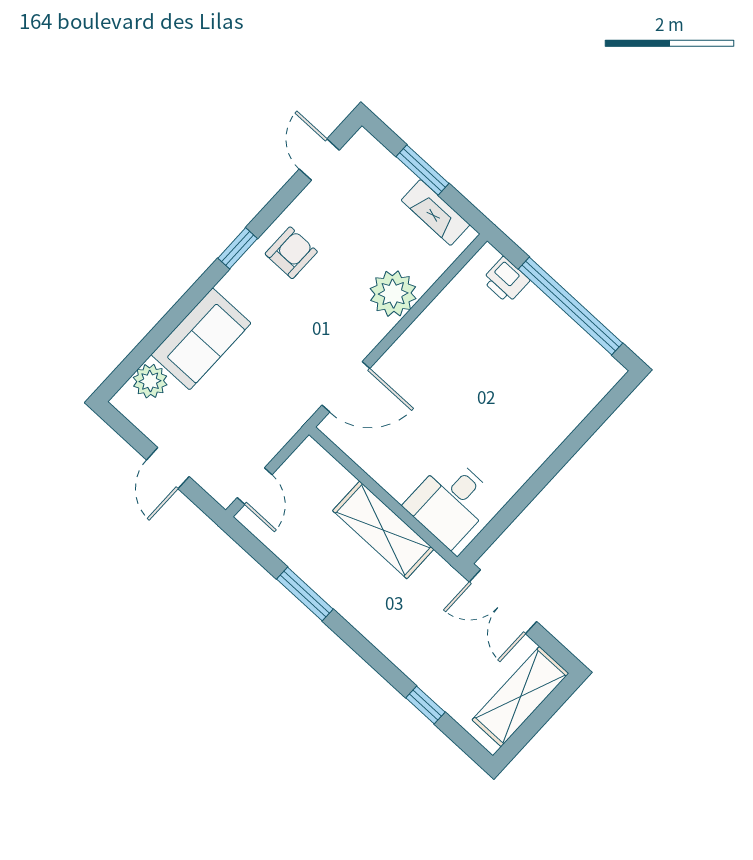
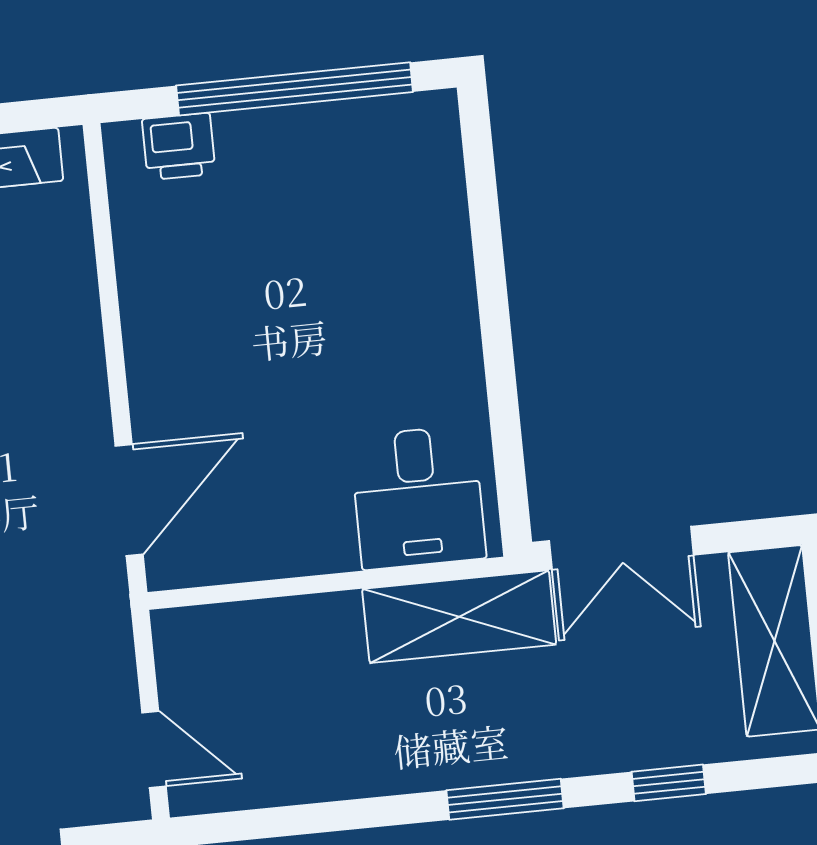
plant: (393, 294) -> (58, 319), removed
shelving: (383, 530) -> (459, 617), moved
window: (305, 594) -> (505, 799), moved

